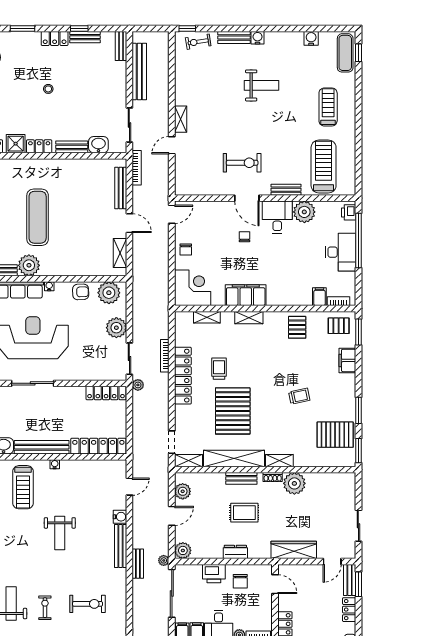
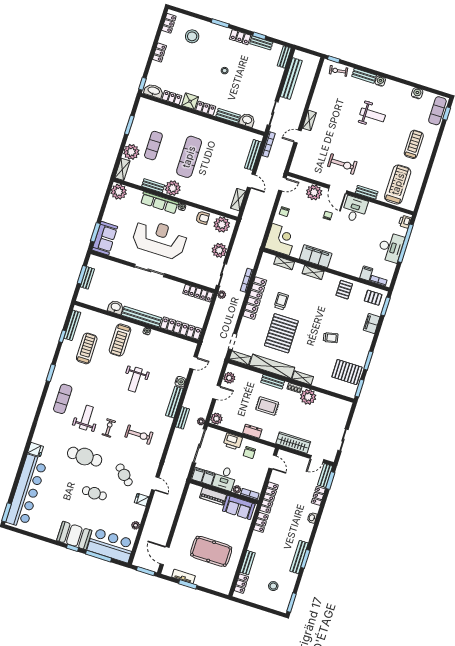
plant: (304, 212) -> (314, 192), moved

